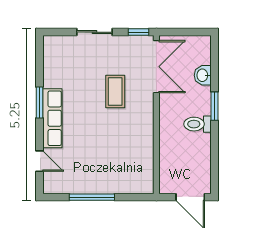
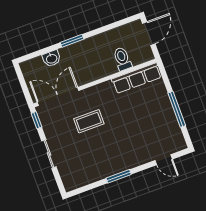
row of seats: (52, 118) -> (137, 78), moved, turned 180
toilet: (198, 124) -> (122, 59), moved, turned 180
door: (40, 161) -> (164, 160), swing flipped

